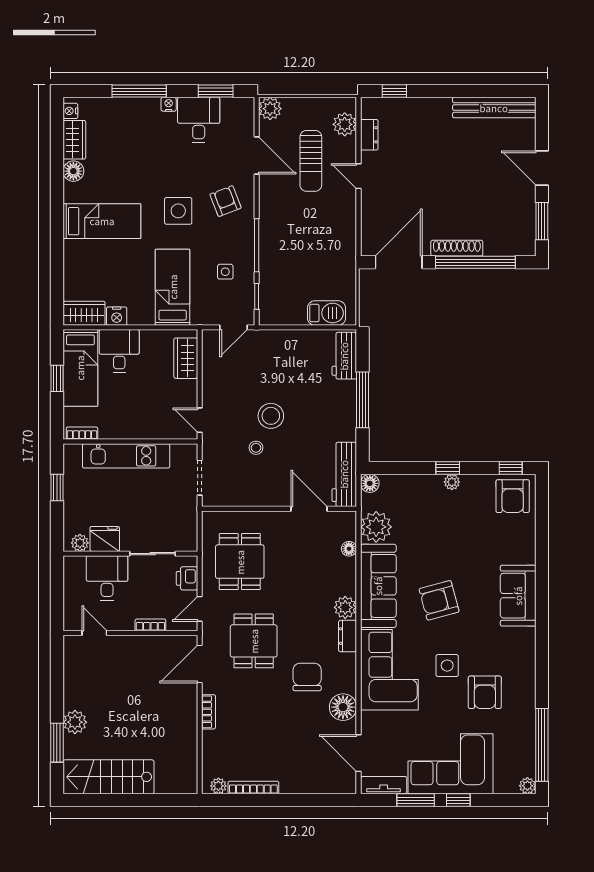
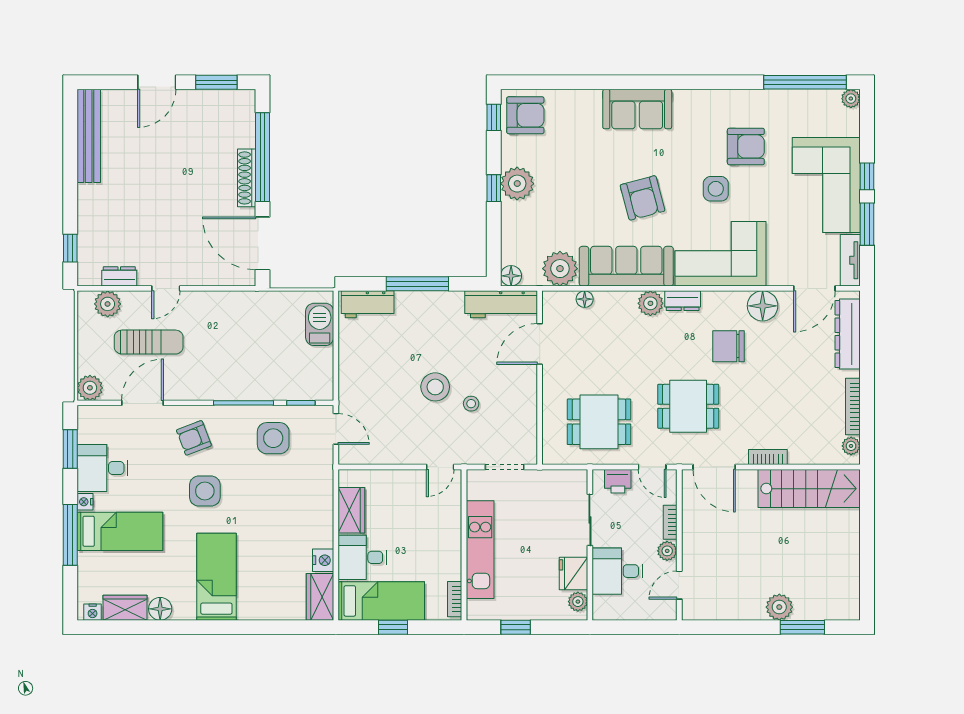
side table: (225, 272) -> (273, 438), width x1.87, depth x1.87
bed: (173, 287) -> (120, 531), moved, turned 180
wardrobe: (186, 358) -> (351, 510), moved, turned -90
plant: (452, 482) -> (517, 184), width x1.88, depth x1.88
plant: (125, 622) -> (667, 551), added
stairs: (108, 777) -> (809, 489), moved, turned -90
dresser: (318, 783) -> (848, 334), added

